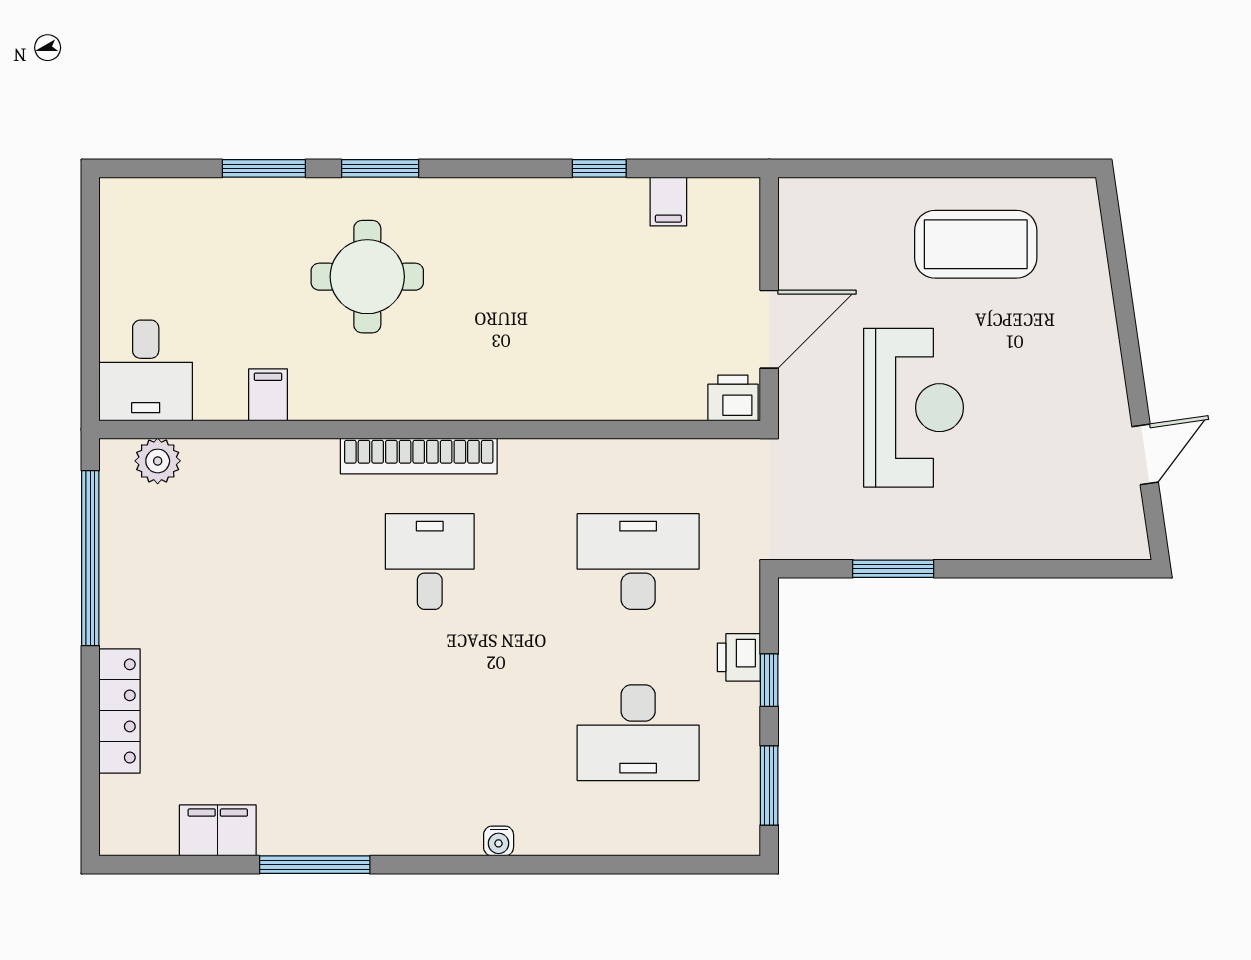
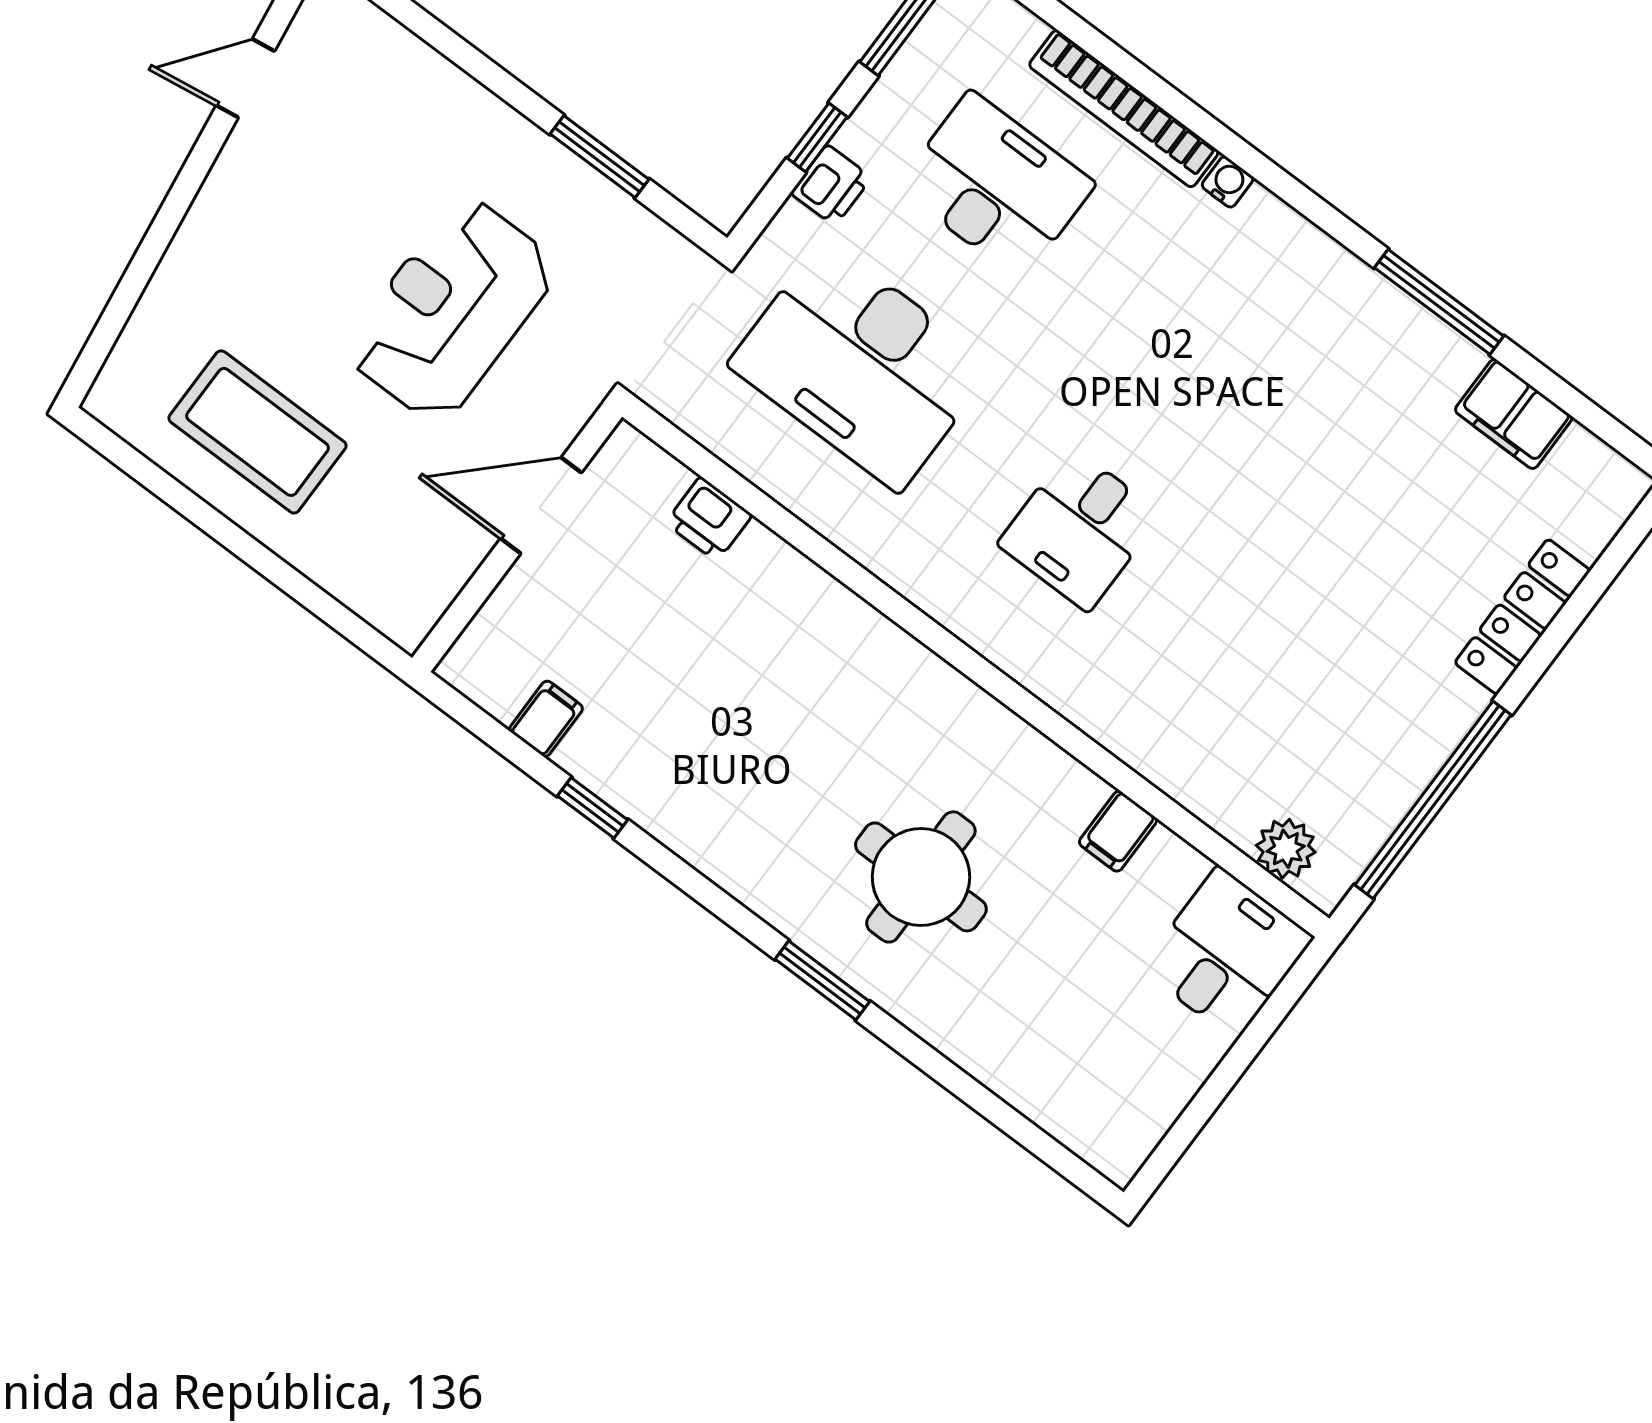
window: (264, 168) -> (944, 1072), removed
printer: (733, 398) -> (709, 519), moved
bookcase: (419, 456) -> (1124, 109), moved, turned 180
desk: (638, 562) -> (861, 365), width x1.36, depth x1.30

